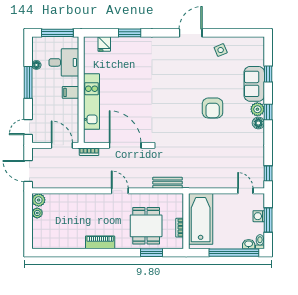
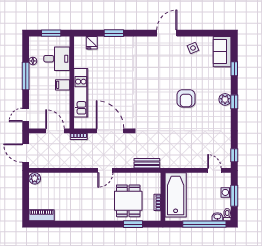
window: (57, 33) -> (51, 33), width x0.69
sofa: (254, 84) -> (222, 52), moved
floor lamp: (258, 123) -> (226, 111), removed
door: (120, 191) -> (105, 170), swing flipped
plant: (37, 213) -> (34, 190), removed
piano: (100, 242) -> (42, 215), moved

